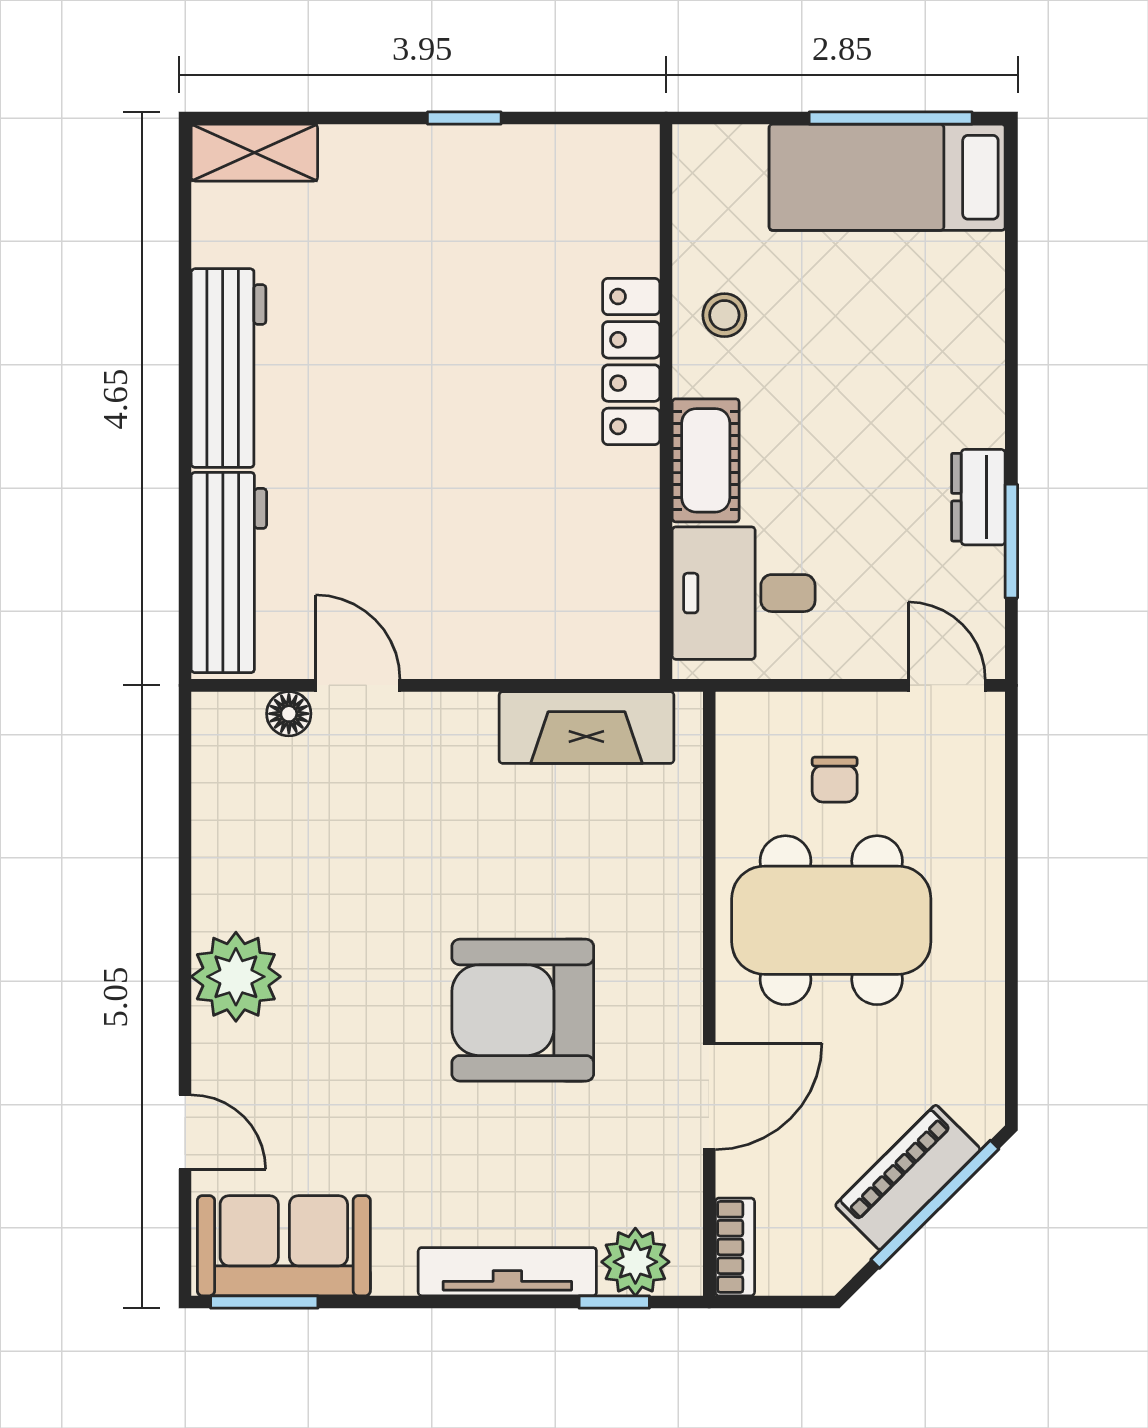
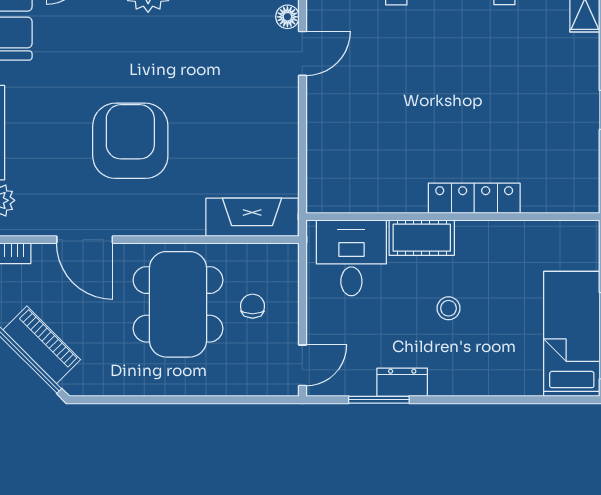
stool: (724, 315) -> (449, 308), moved
fireplace: (586, 727) -> (252, 217), moved, turned 90
chair: (835, 780) -> (253, 306), turned 90

